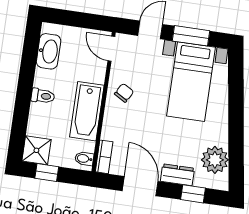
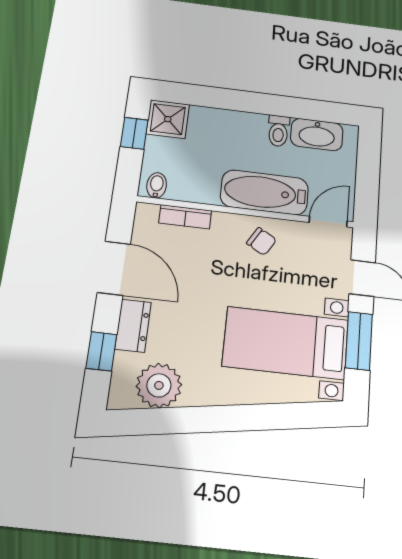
toilet: (43, 96) -> (278, 131), moved
bathtub: (87, 111) -> (264, 192), moved
bookcase: (104, 157) -> (185, 217), moved
door: (140, 186) -> (114, 268), hinge flipped

